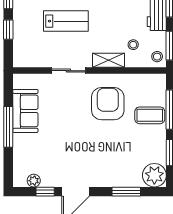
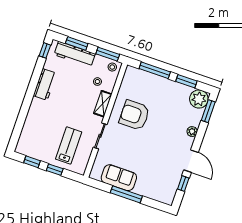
lab bench: (66, 21) -> (69, 145), moved
coffee table: (150, 115) -> (154, 87), removed
plant: (34, 181) -> (192, 132), moved
window: (126, 192) -> (208, 111), moved

